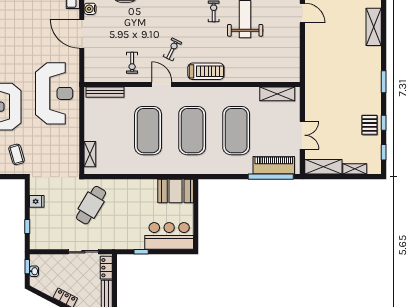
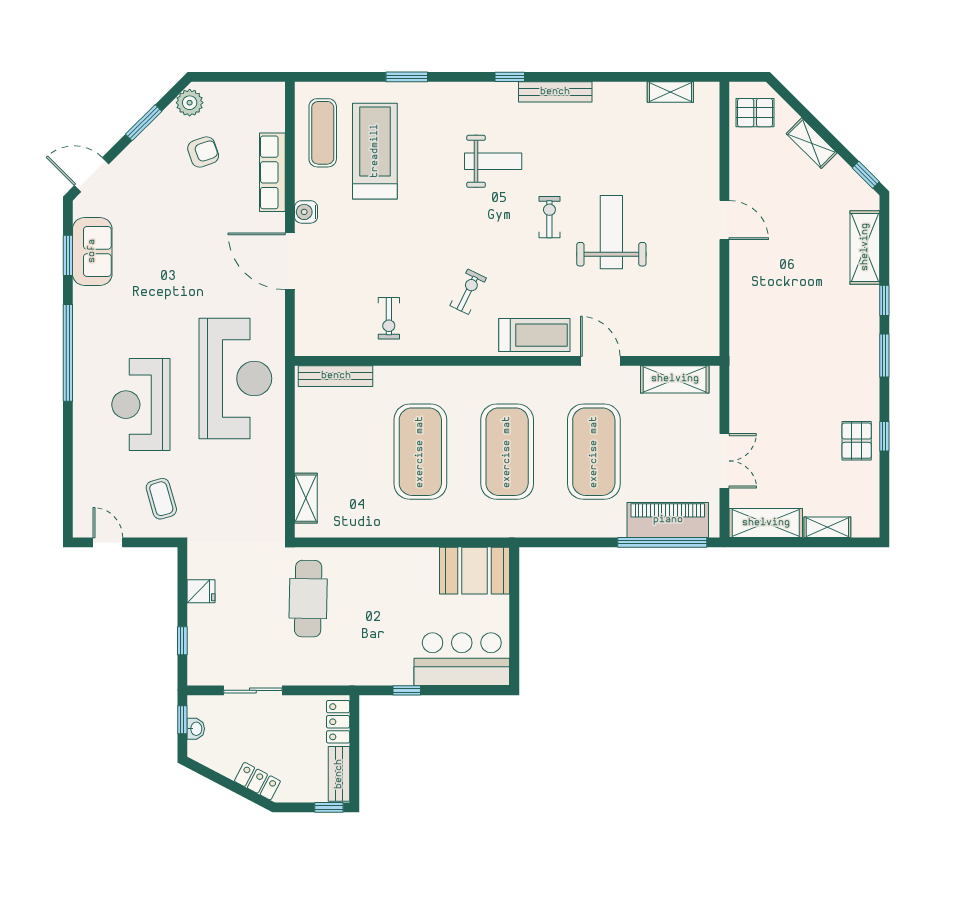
door: (162, 84) -> (600, 361), moved
window: (384, 152) -> (884, 300), moved
cafe table: (91, 205) -> (308, 599), turned -30
sliding door: (83, 252) -> (253, 690), moved

